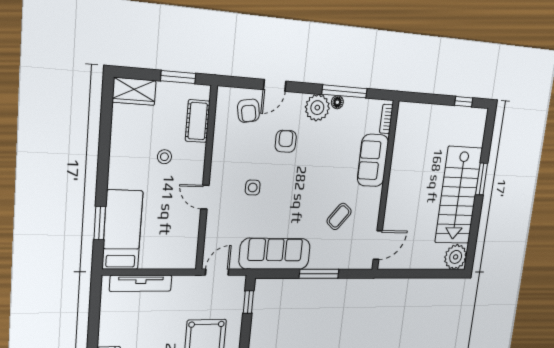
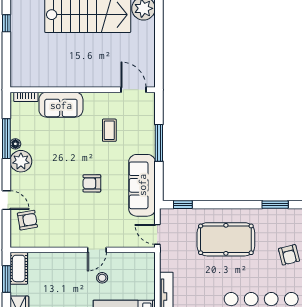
cot: (198, 121) -> (19, 268), moved, turned 90
armchair: (286, 141) -> (92, 183), moved
stool: (164, 157) -> (102, 278), moved
side table: (253, 188) -> (88, 210), removed
coffee table: (339, 216) -> (109, 130), turned 51

